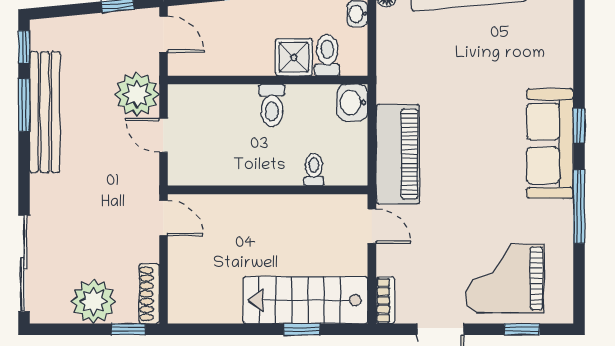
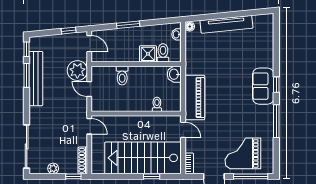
toilet: (272, 105) -> (122, 76), moved
sofa: (550, 143) -> (263, 86), width x0.73
stairs: (305, 300) -> (143, 158), width x1.36, depth x1.51
plant: (94, 301) -> (53, 168), width x0.53, depth x0.53
window: (522, 329) -> (251, 176), width x2.17

